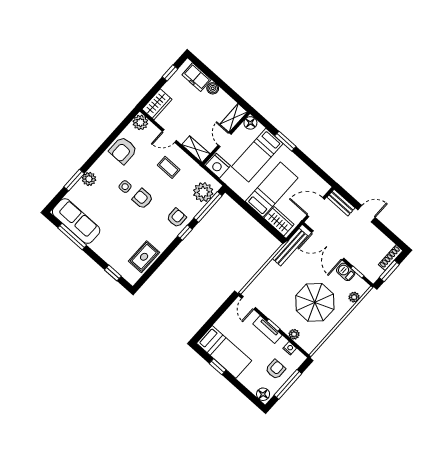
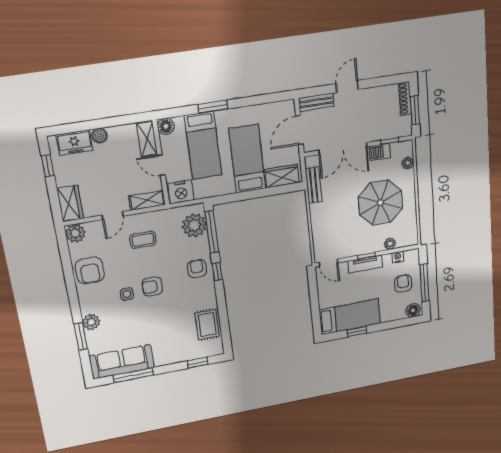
bench: (290, 247) -> (314, 185), width x0.73

